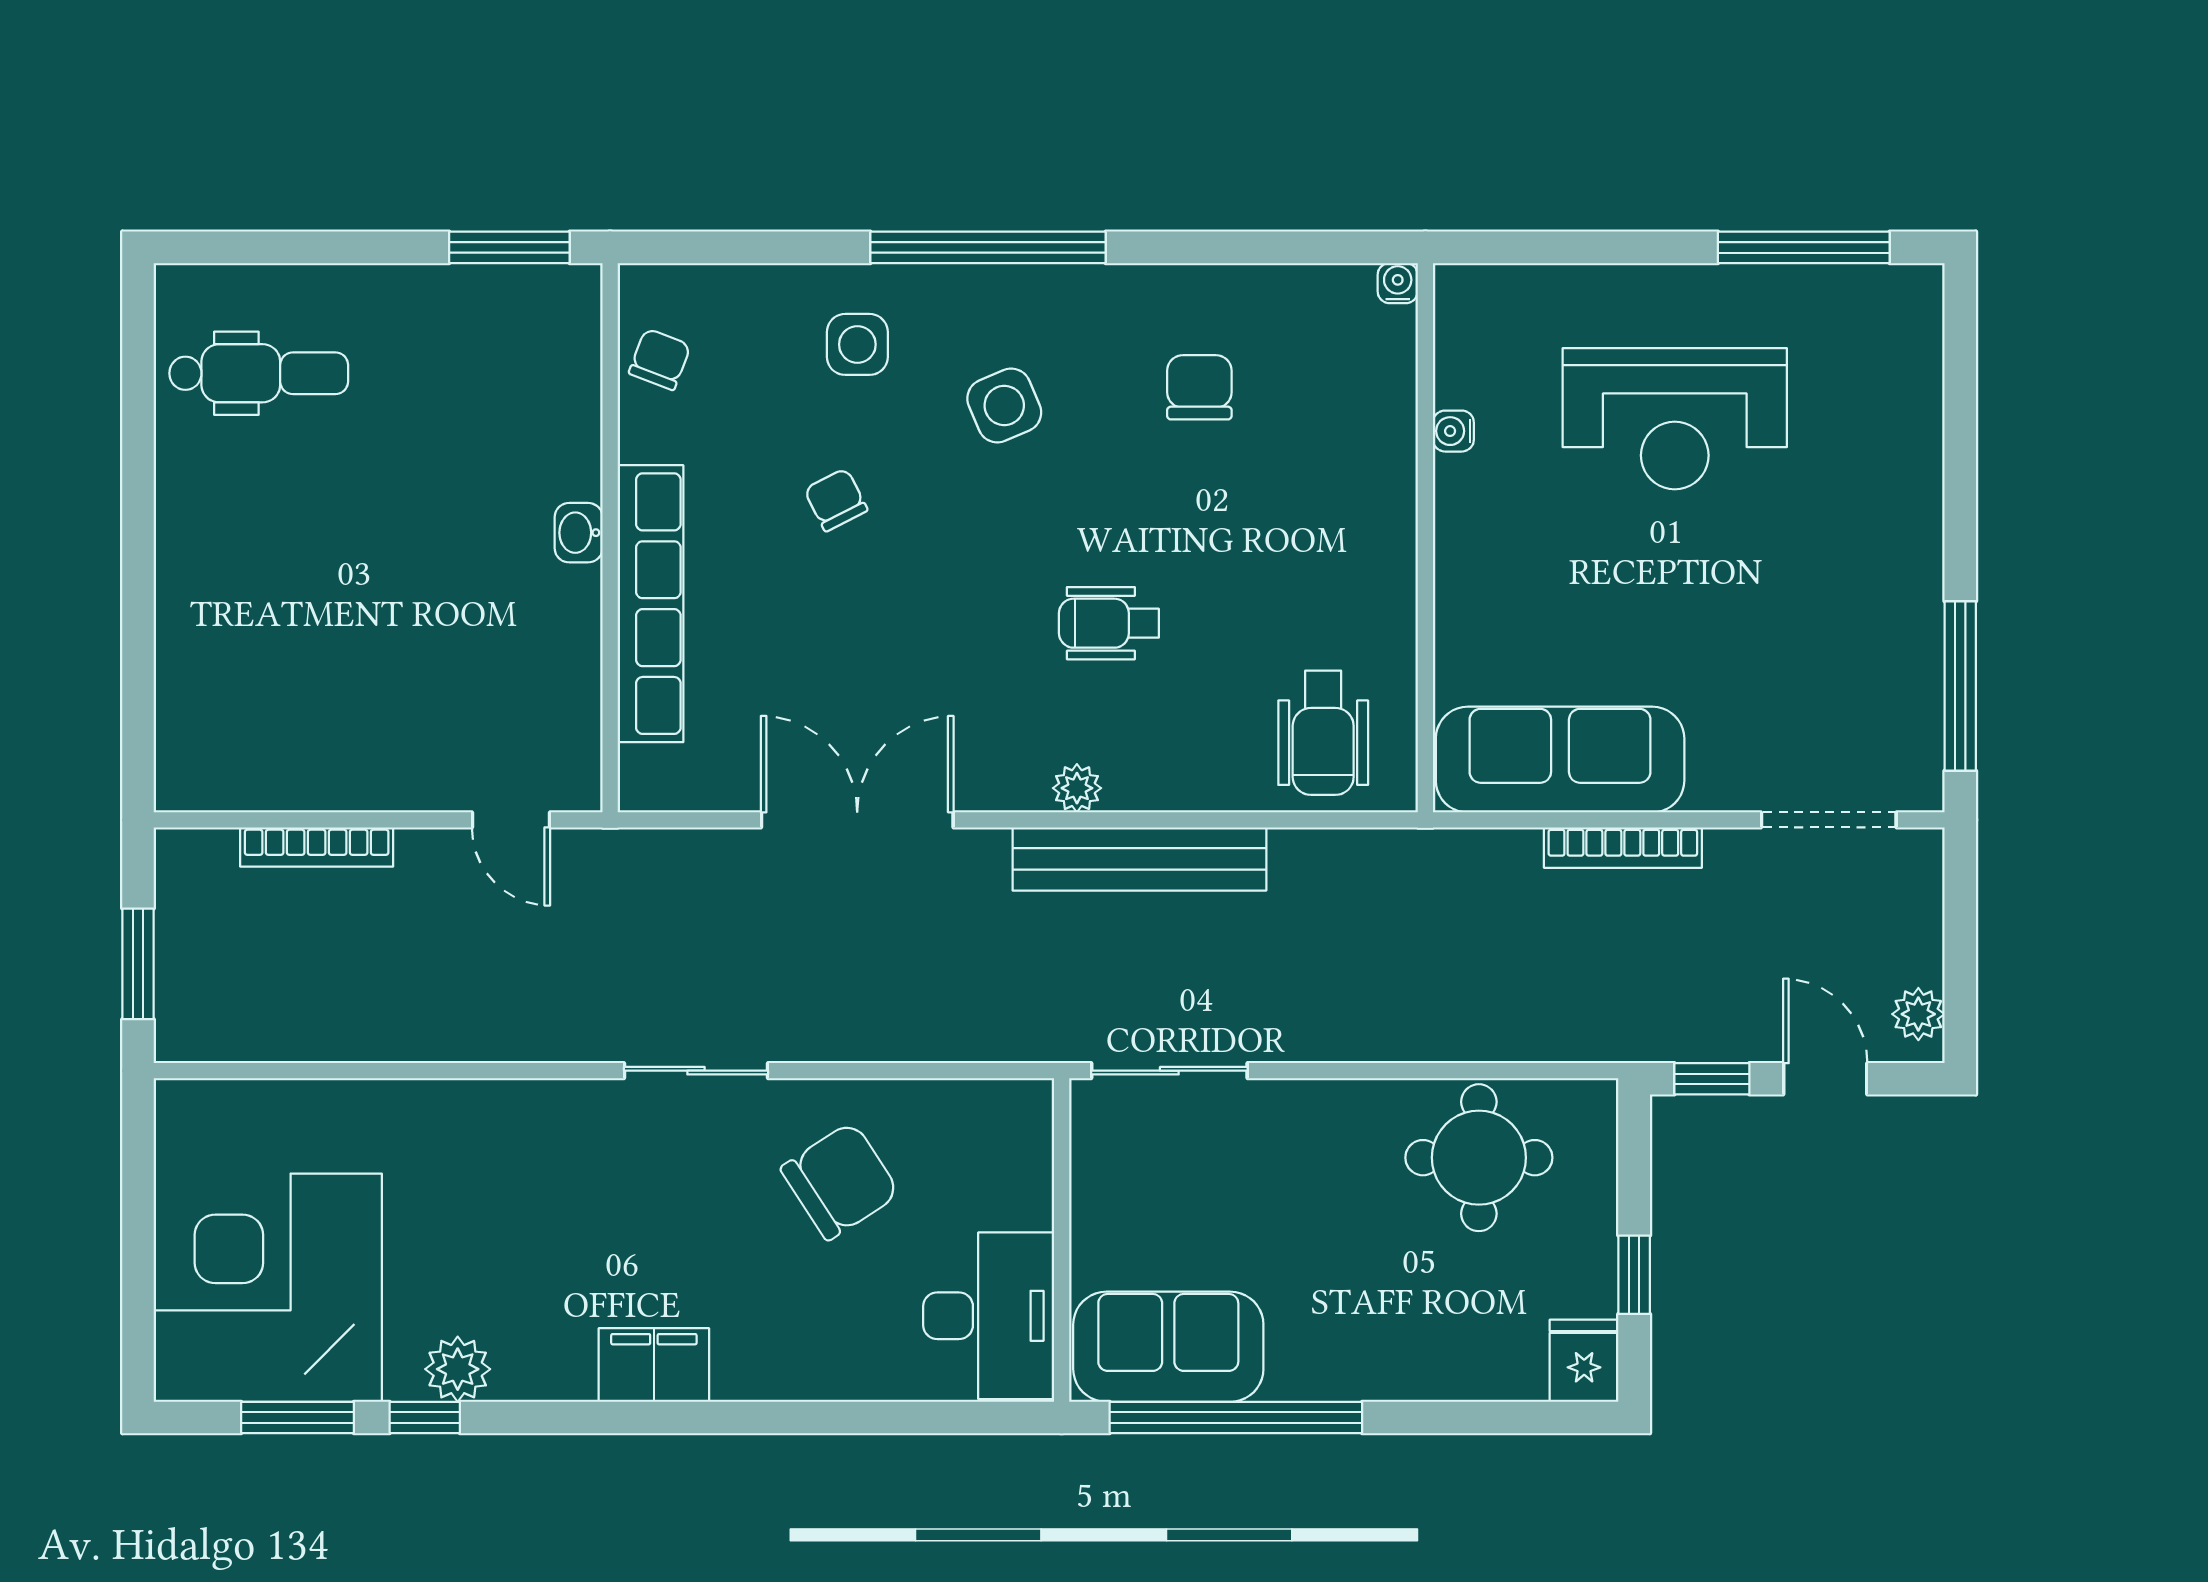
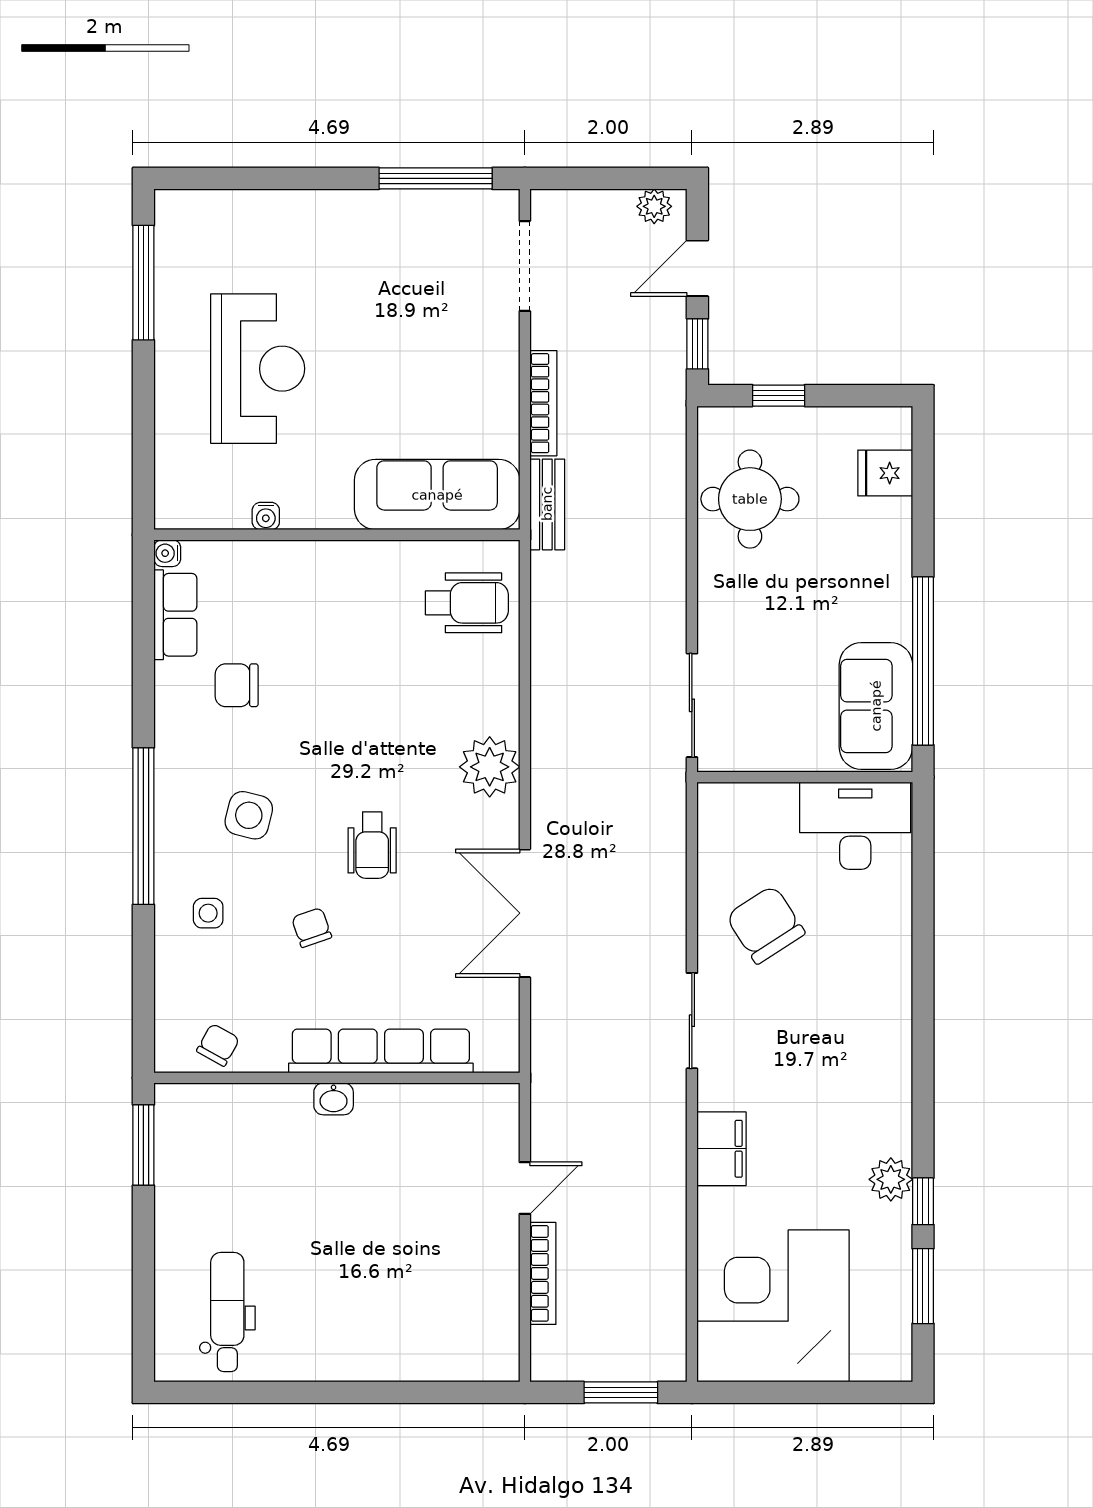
row of seats: (1305, 295) -> (175, 615), added
side table: (857, 344) -> (208, 913), width x0.73, depth x0.73
chair: (660, 359) -> (218, 1045), turned 98
side table: (1004, 406) -> (249, 815), turned 37
chair: (836, 500) -> (312, 928), turned 98
wheelchair: (1109, 623) -> (372, 845), moved
sofa: (1560, 760) -> (437, 495), moved, turned 90
plant: (1077, 788) -> (490, 767), width x1.88, depth x1.88
door: (511, 820) -> (525, 1188), moved
bench: (1139, 859) -> (547, 504), moved, width x0.54, depth x0.82
window: (1634, 1275) -> (779, 396), moved
corner desk: (268, 1288) -> (773, 1306), moved, turned 90
fridge: (1584, 1361) -> (885, 473), moved
filing cabinet: (654, 1365) -> (721, 1149), moved, turned 180

